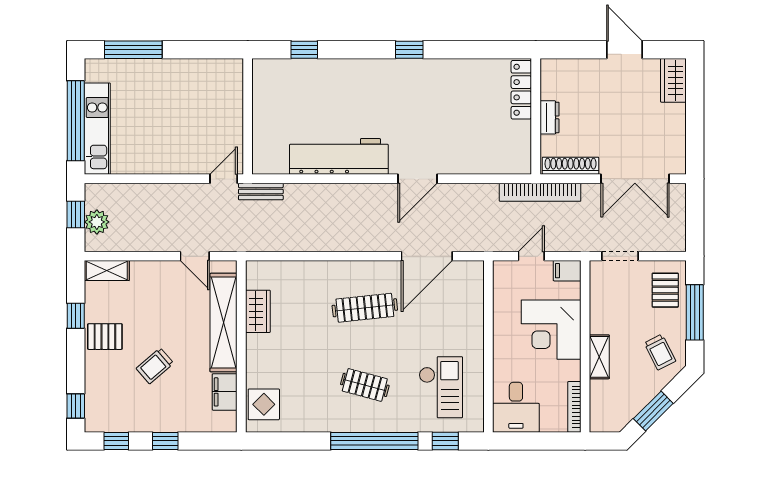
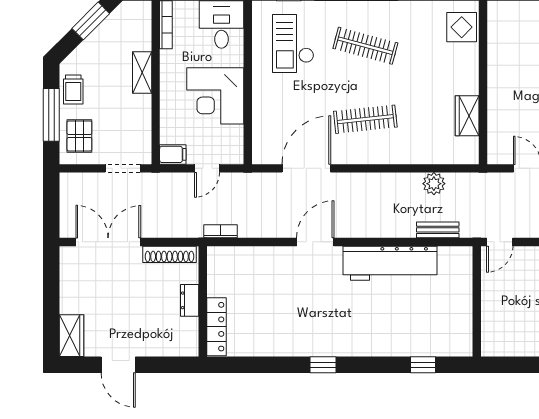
bench: (261, 191) -> (438, 230), moved
bookcase: (540, 192) -> (220, 231), width x0.43, depth x0.76
plant: (293, 240) -> (434, 184), added
shelving: (223, 323) -> (500, 105), removed
corner desk: (551, 330) -> (215, 96), moved, turned 180
trolley: (660, 352) -> (73, 89), moved, turned -153
clothes rail: (365, 385) -> (365, 46), width x1.36
filing cabinet: (225, 392) -> (499, 39), removed

